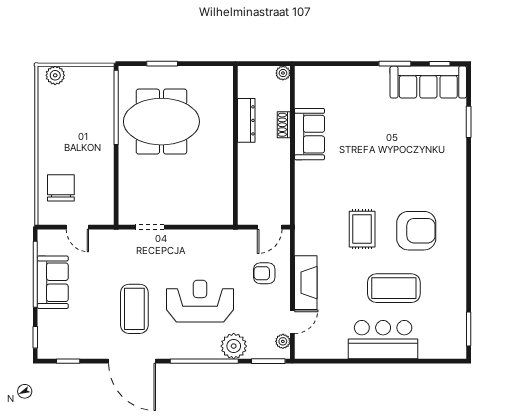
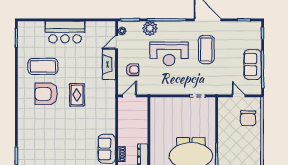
coffee table: (394, 288) -> (43, 66), moved

